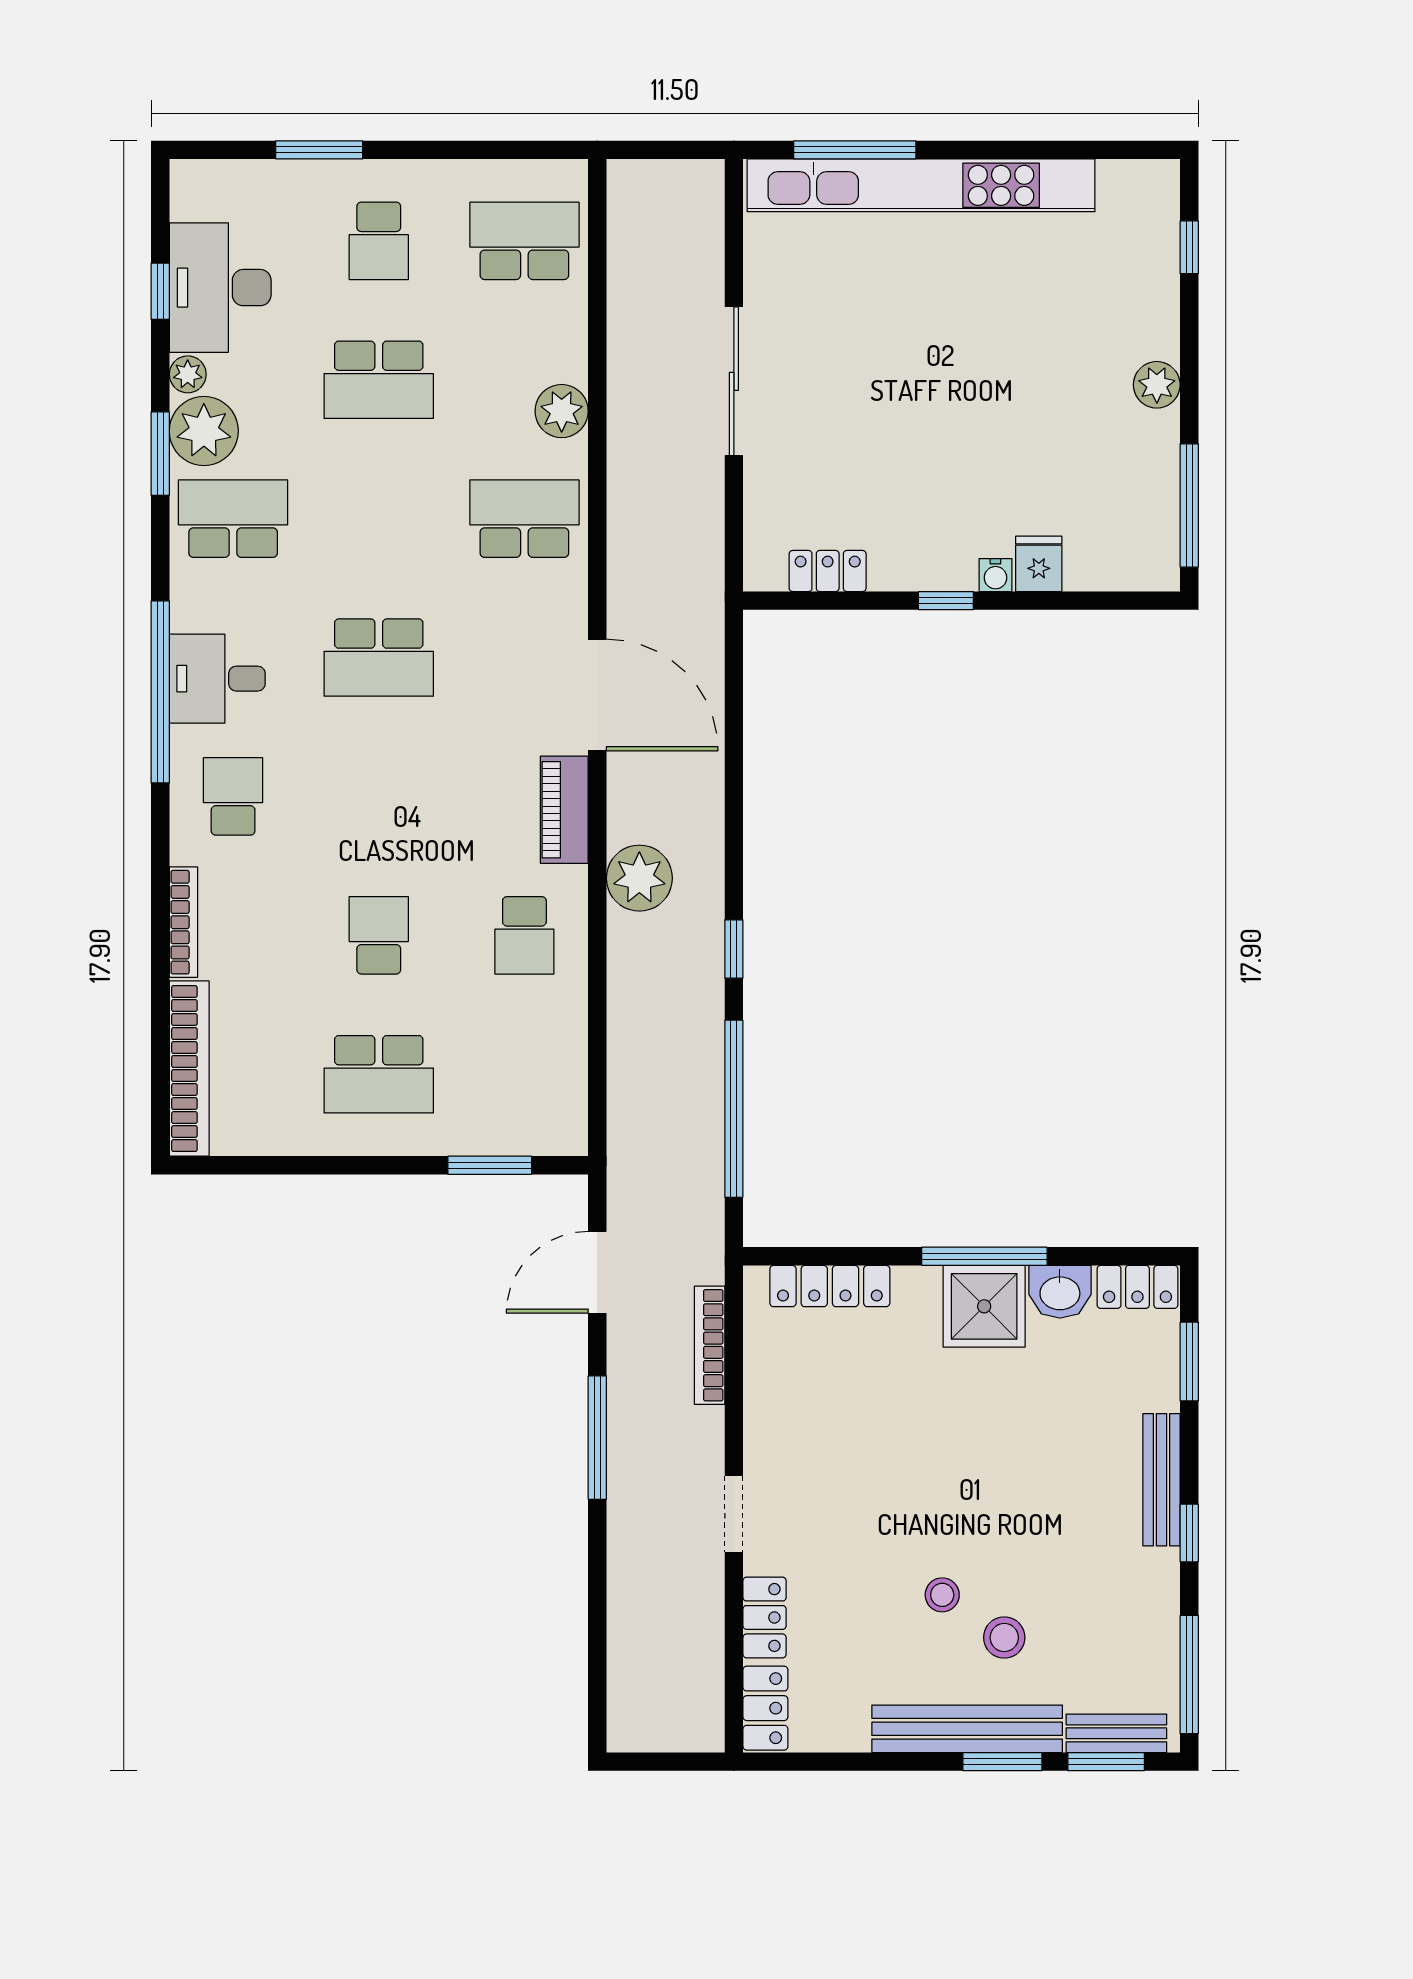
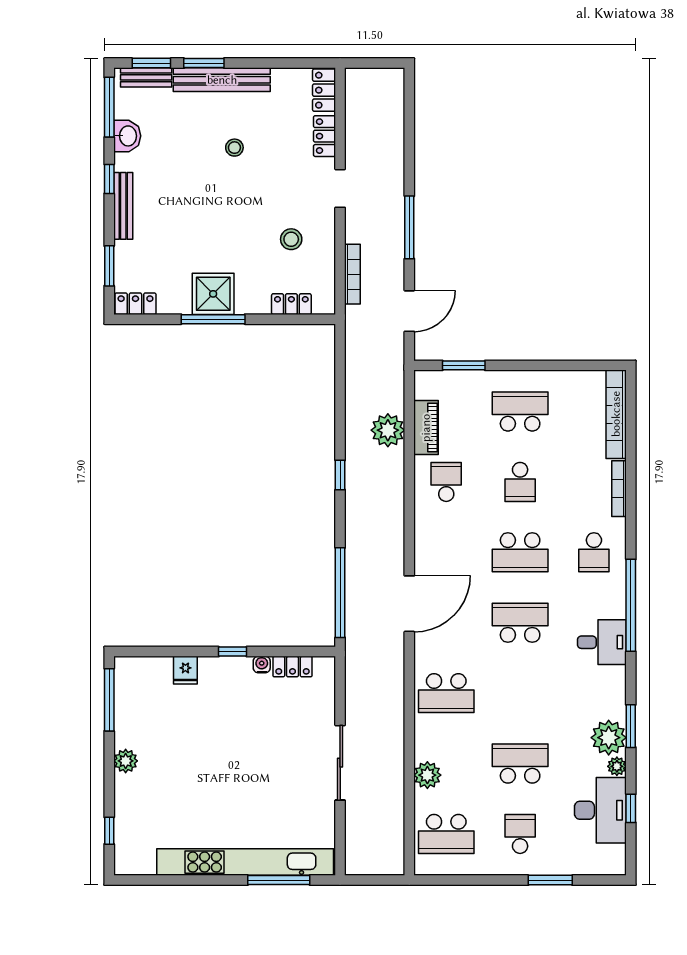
plant: (562, 411) -> (427, 775), moved
school desk: (233, 519) -> (520, 552), moved
water cooler: (995, 575) -> (262, 665), moved
desk: (217, 679) -> (602, 642), moved
door: (597, 695) -> (409, 604), swing flipped
piano: (564, 810) -> (426, 428), moved
plant: (639, 878) -> (388, 430), moved
window: (734, 1109) -> (340, 593), moved
locker: (830, 1286) -> (291, 304), width x0.66
washbasin: (1060, 1292) -> (127, 136), moved, turned 90
stool: (1004, 1637) -> (291, 239), moved

